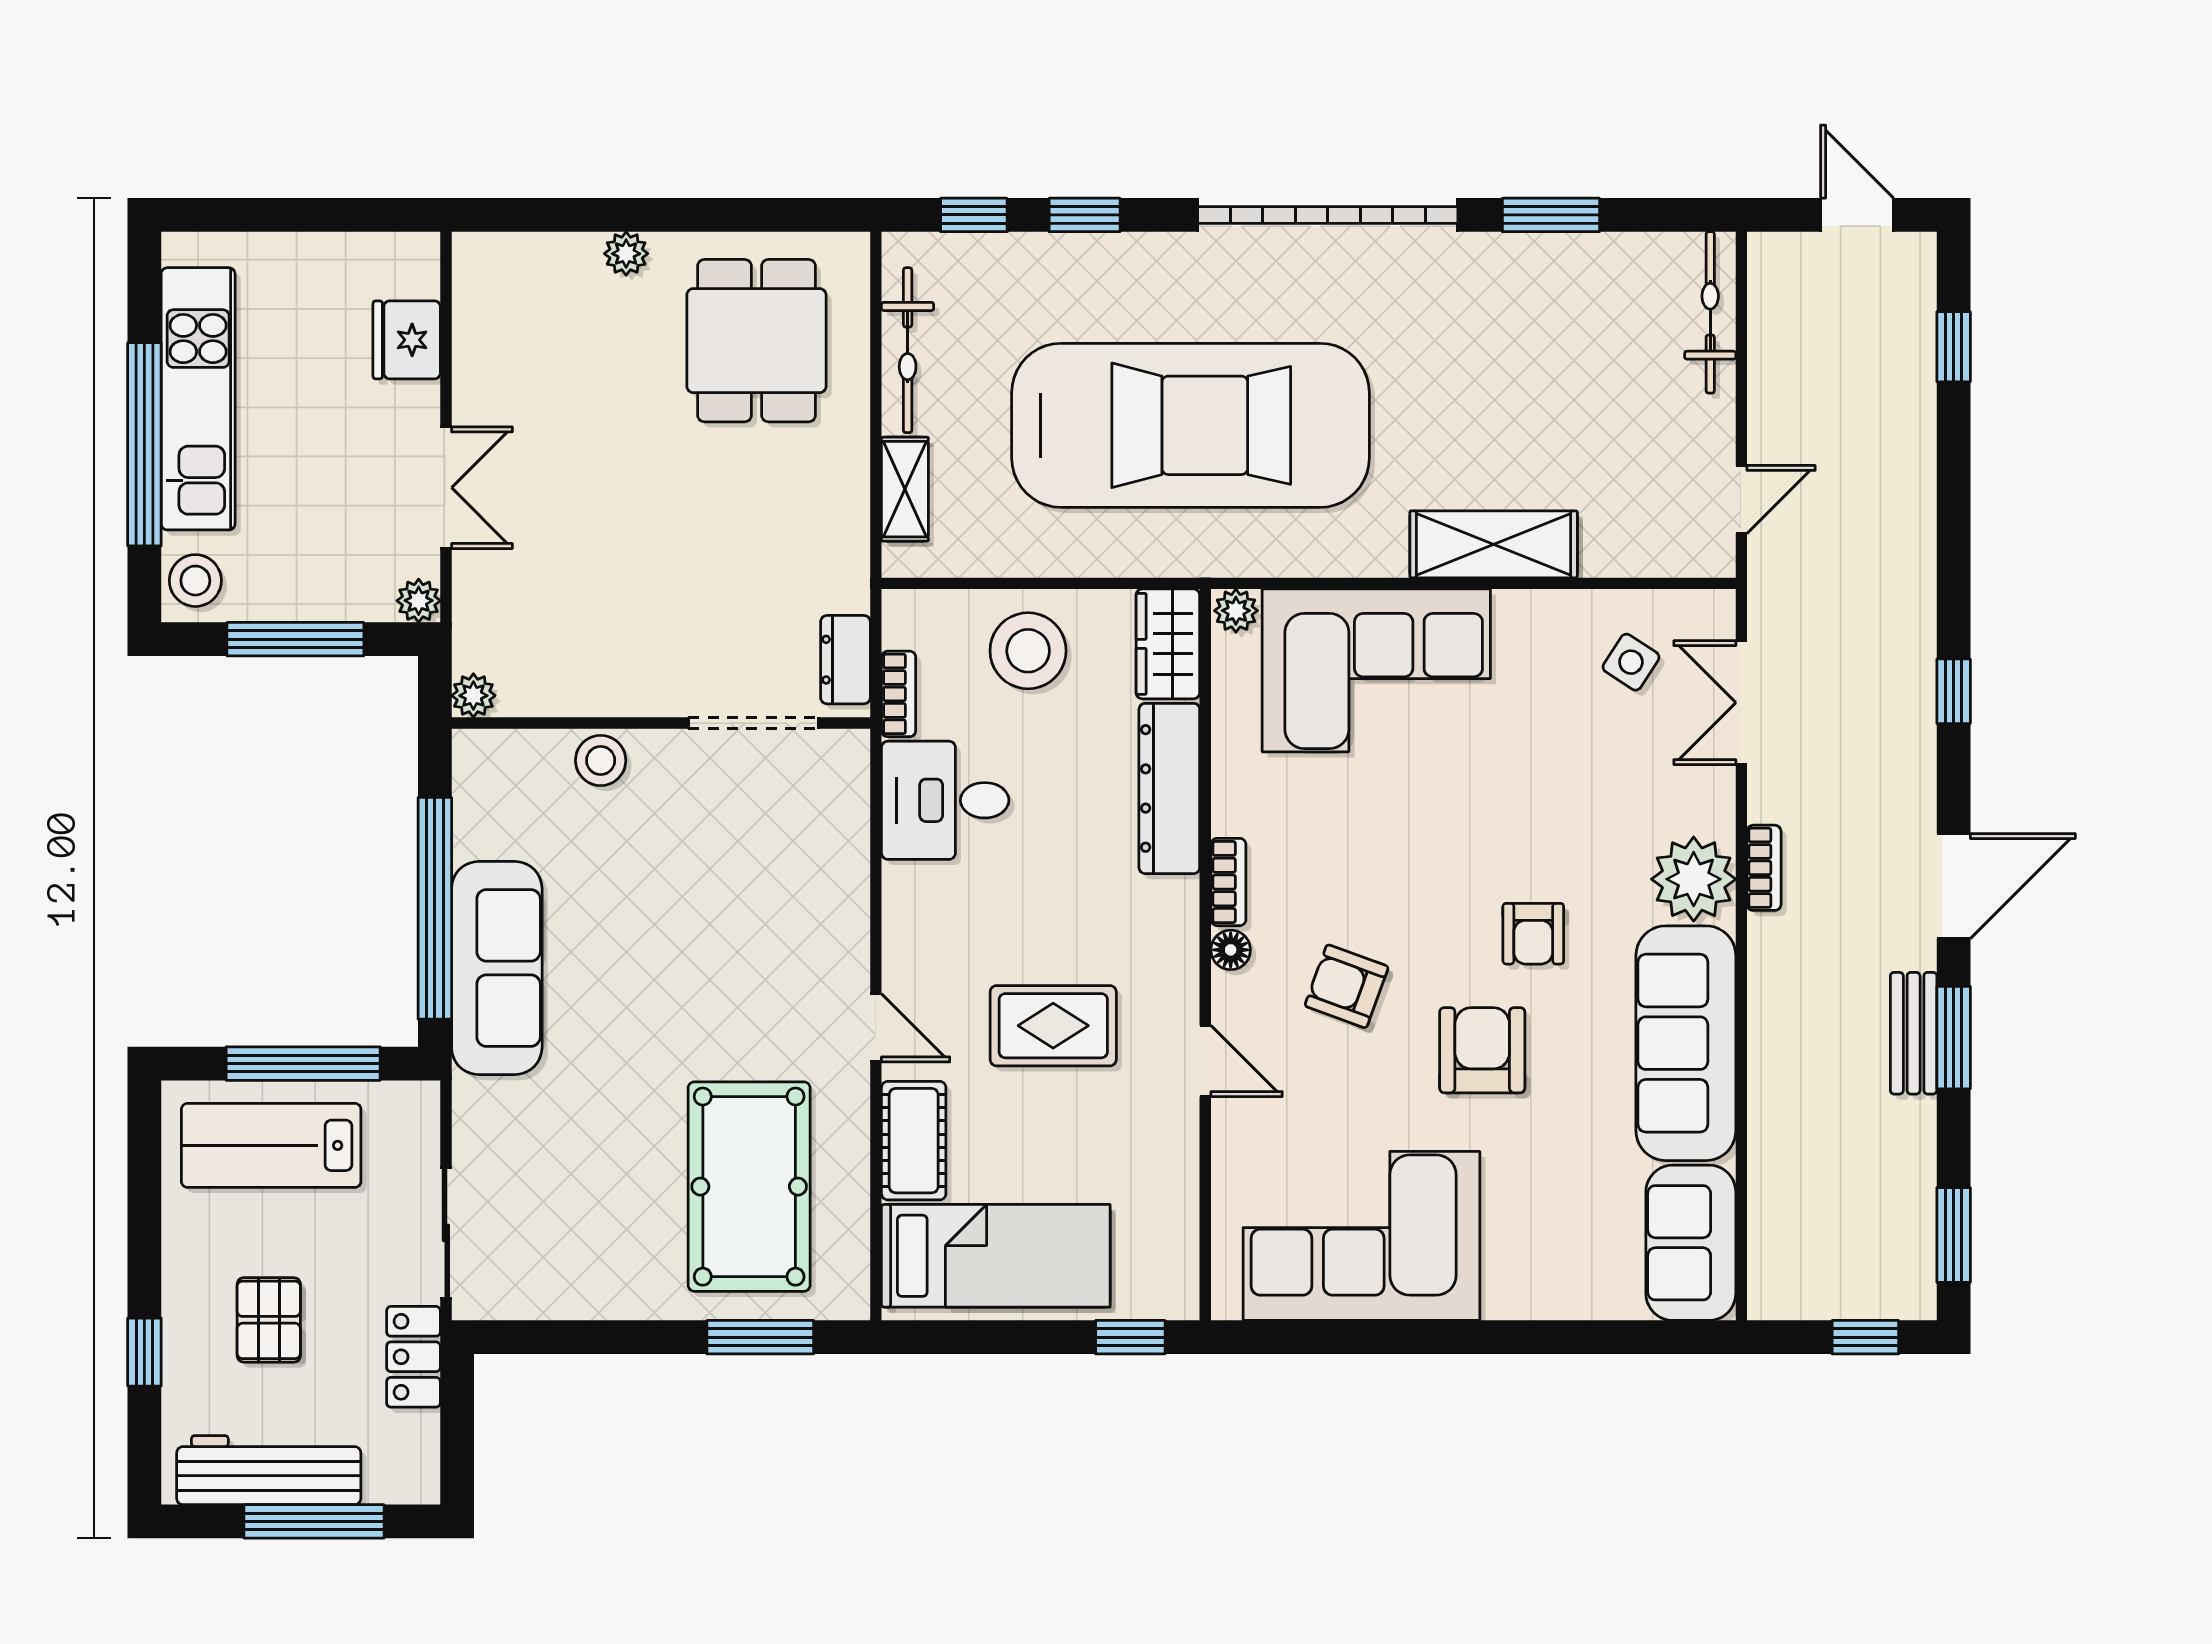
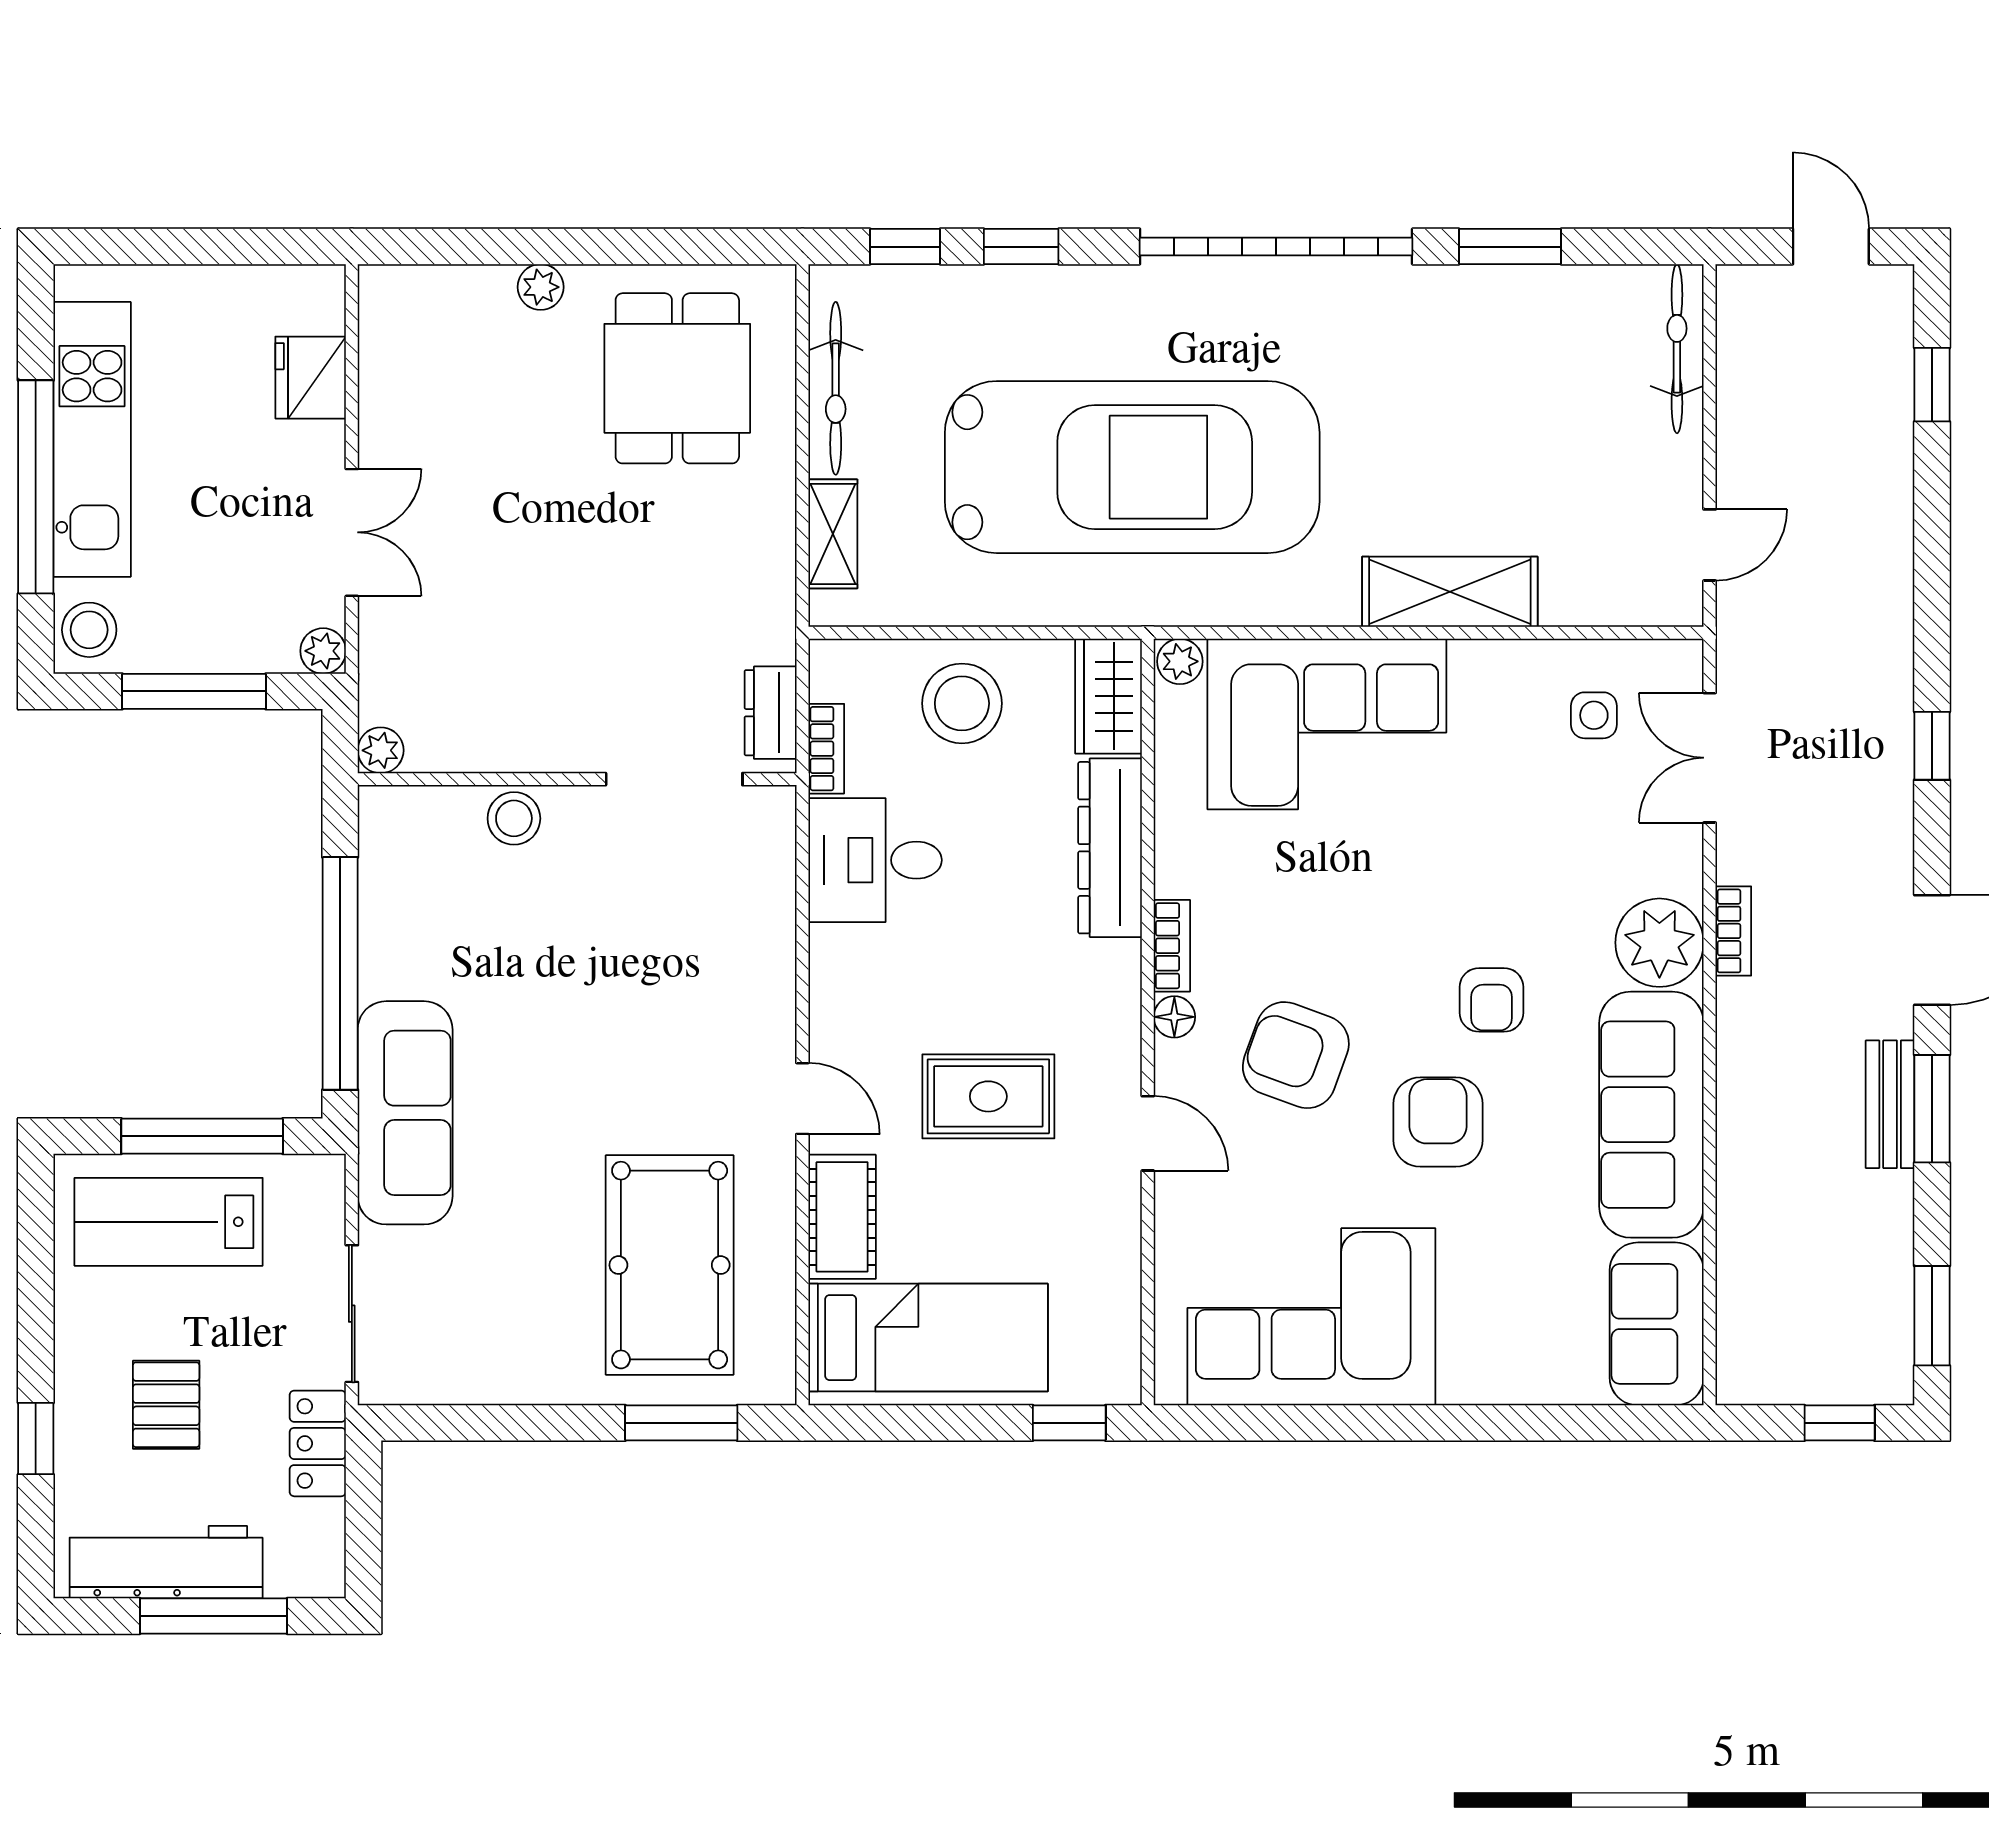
side table: (1631, 662) -> (1594, 715), turned -33
sofa: (497, 968) -> (405, 1113), moved
armchair: (1347, 986) -> (1296, 1055), width x1.38, depth x1.38

